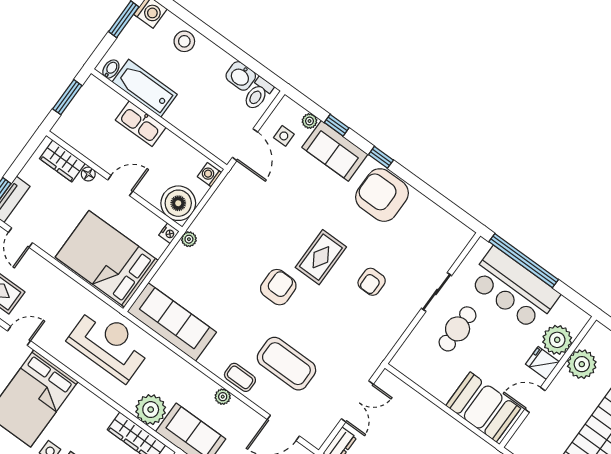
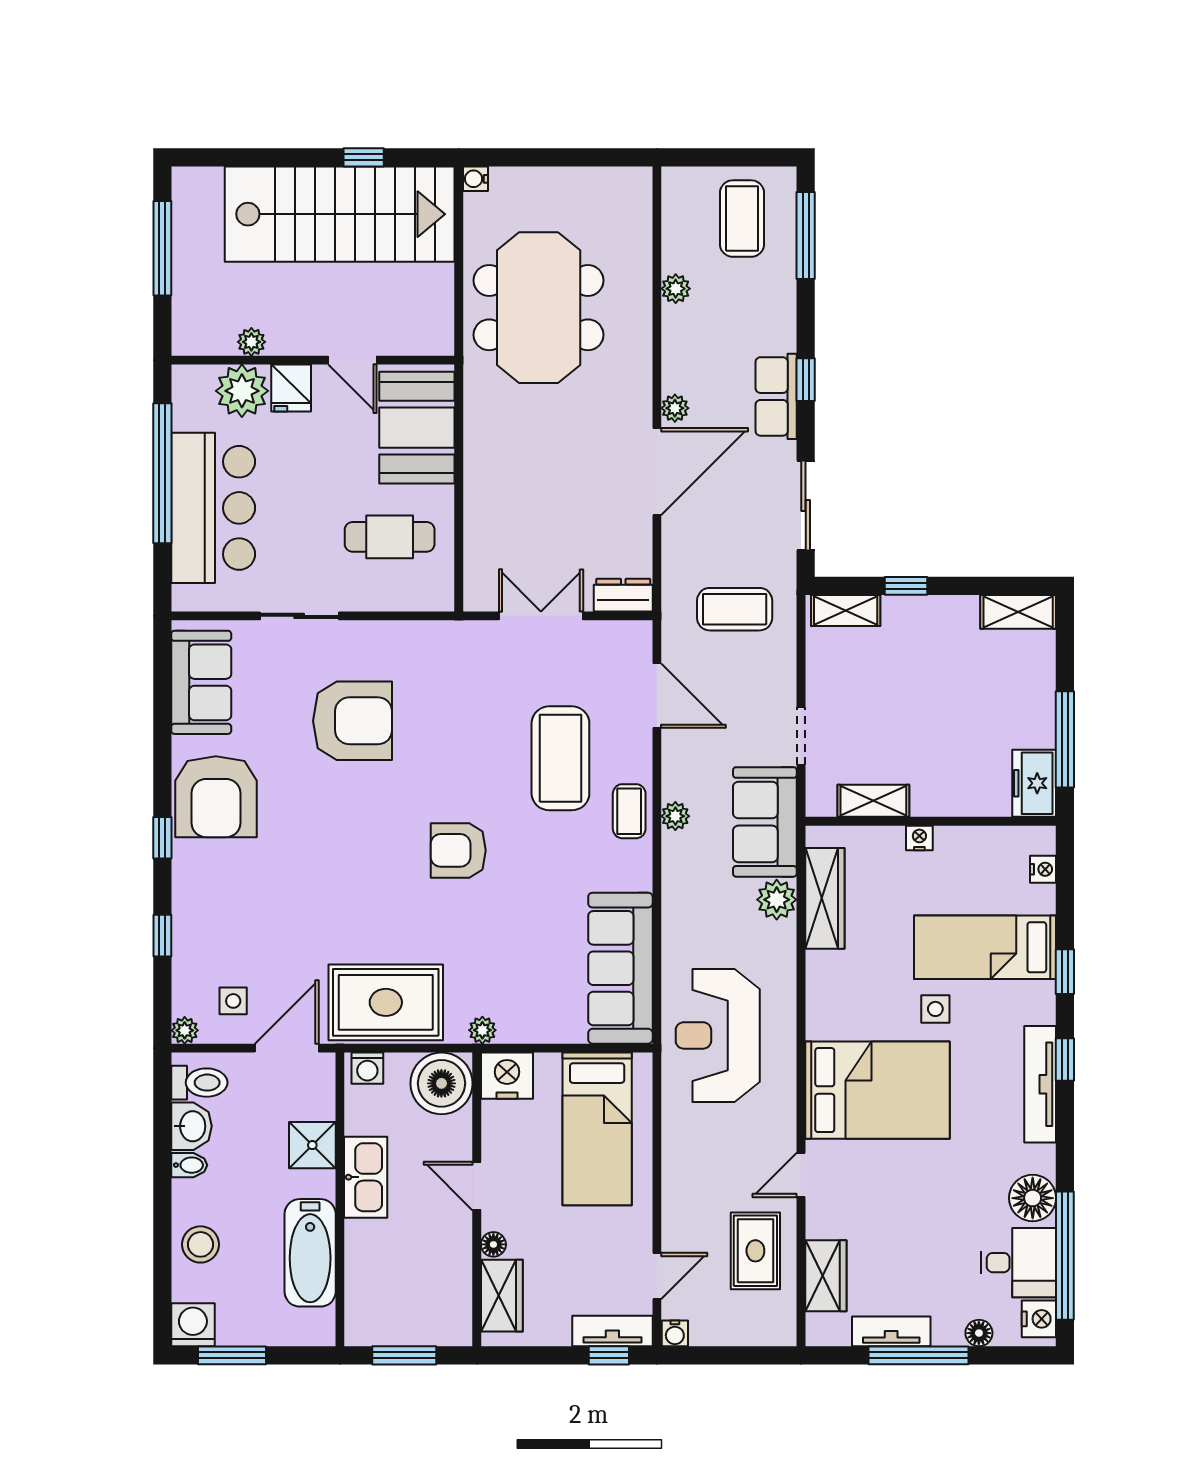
bidet: (111, 69) -> (189, 1165), moved, turned 180
plant: (309, 121) -> (185, 1030), moved
kitchen sink: (141, 124) -> (366, 1177), moved
shower: (193, 124) -> (312, 1145), added
sofa: (335, 151) -> (201, 682), moved
nightstand: (169, 233) -> (507, 1076), width x1.89, depth x1.79
rug: (321, 257) -> (386, 1002), moved, width x1.36, depth x1.43
bed: (107, 259) -> (597, 1129), width x0.67
window: (524, 261) -> (162, 473), moved
armchair: (372, 282) -> (353, 721), width x1.88, depth x1.88
cafe table: (458, 329) -> (390, 537), moved
door: (19, 336) -> (801, 1175), hinge flipped
plant: (582, 364) -> (251, 342), width x0.53, depth x0.53
plant: (151, 410) -> (777, 900), width x0.73, depth x0.73

